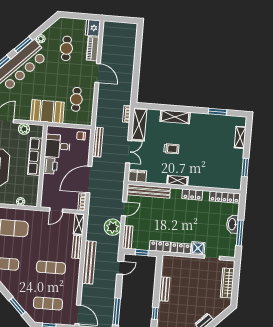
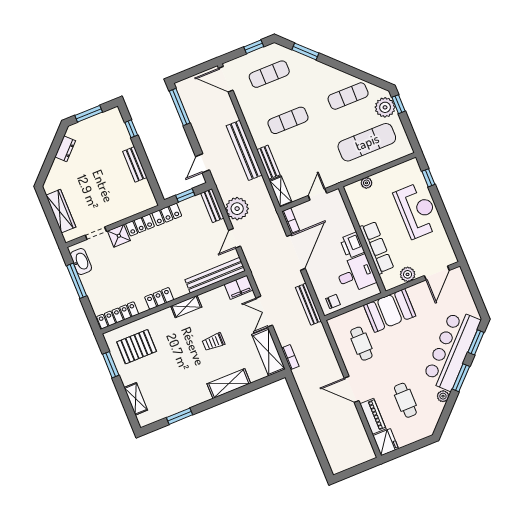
pallet: (223, 171) -> (137, 347), added
washbasin: (232, 224) -> (81, 262), moved

